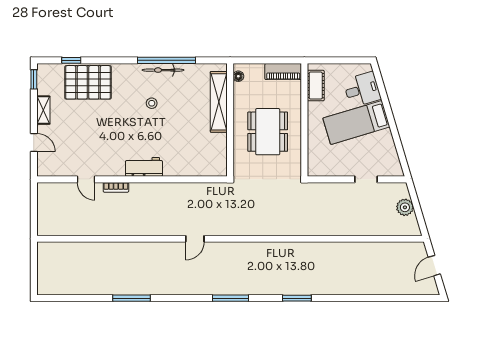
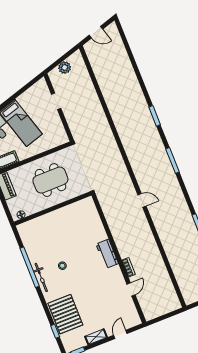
bicycle: (163, 70) -> (41, 277), moved
shelving: (219, 102) -> (43, 221), removed

